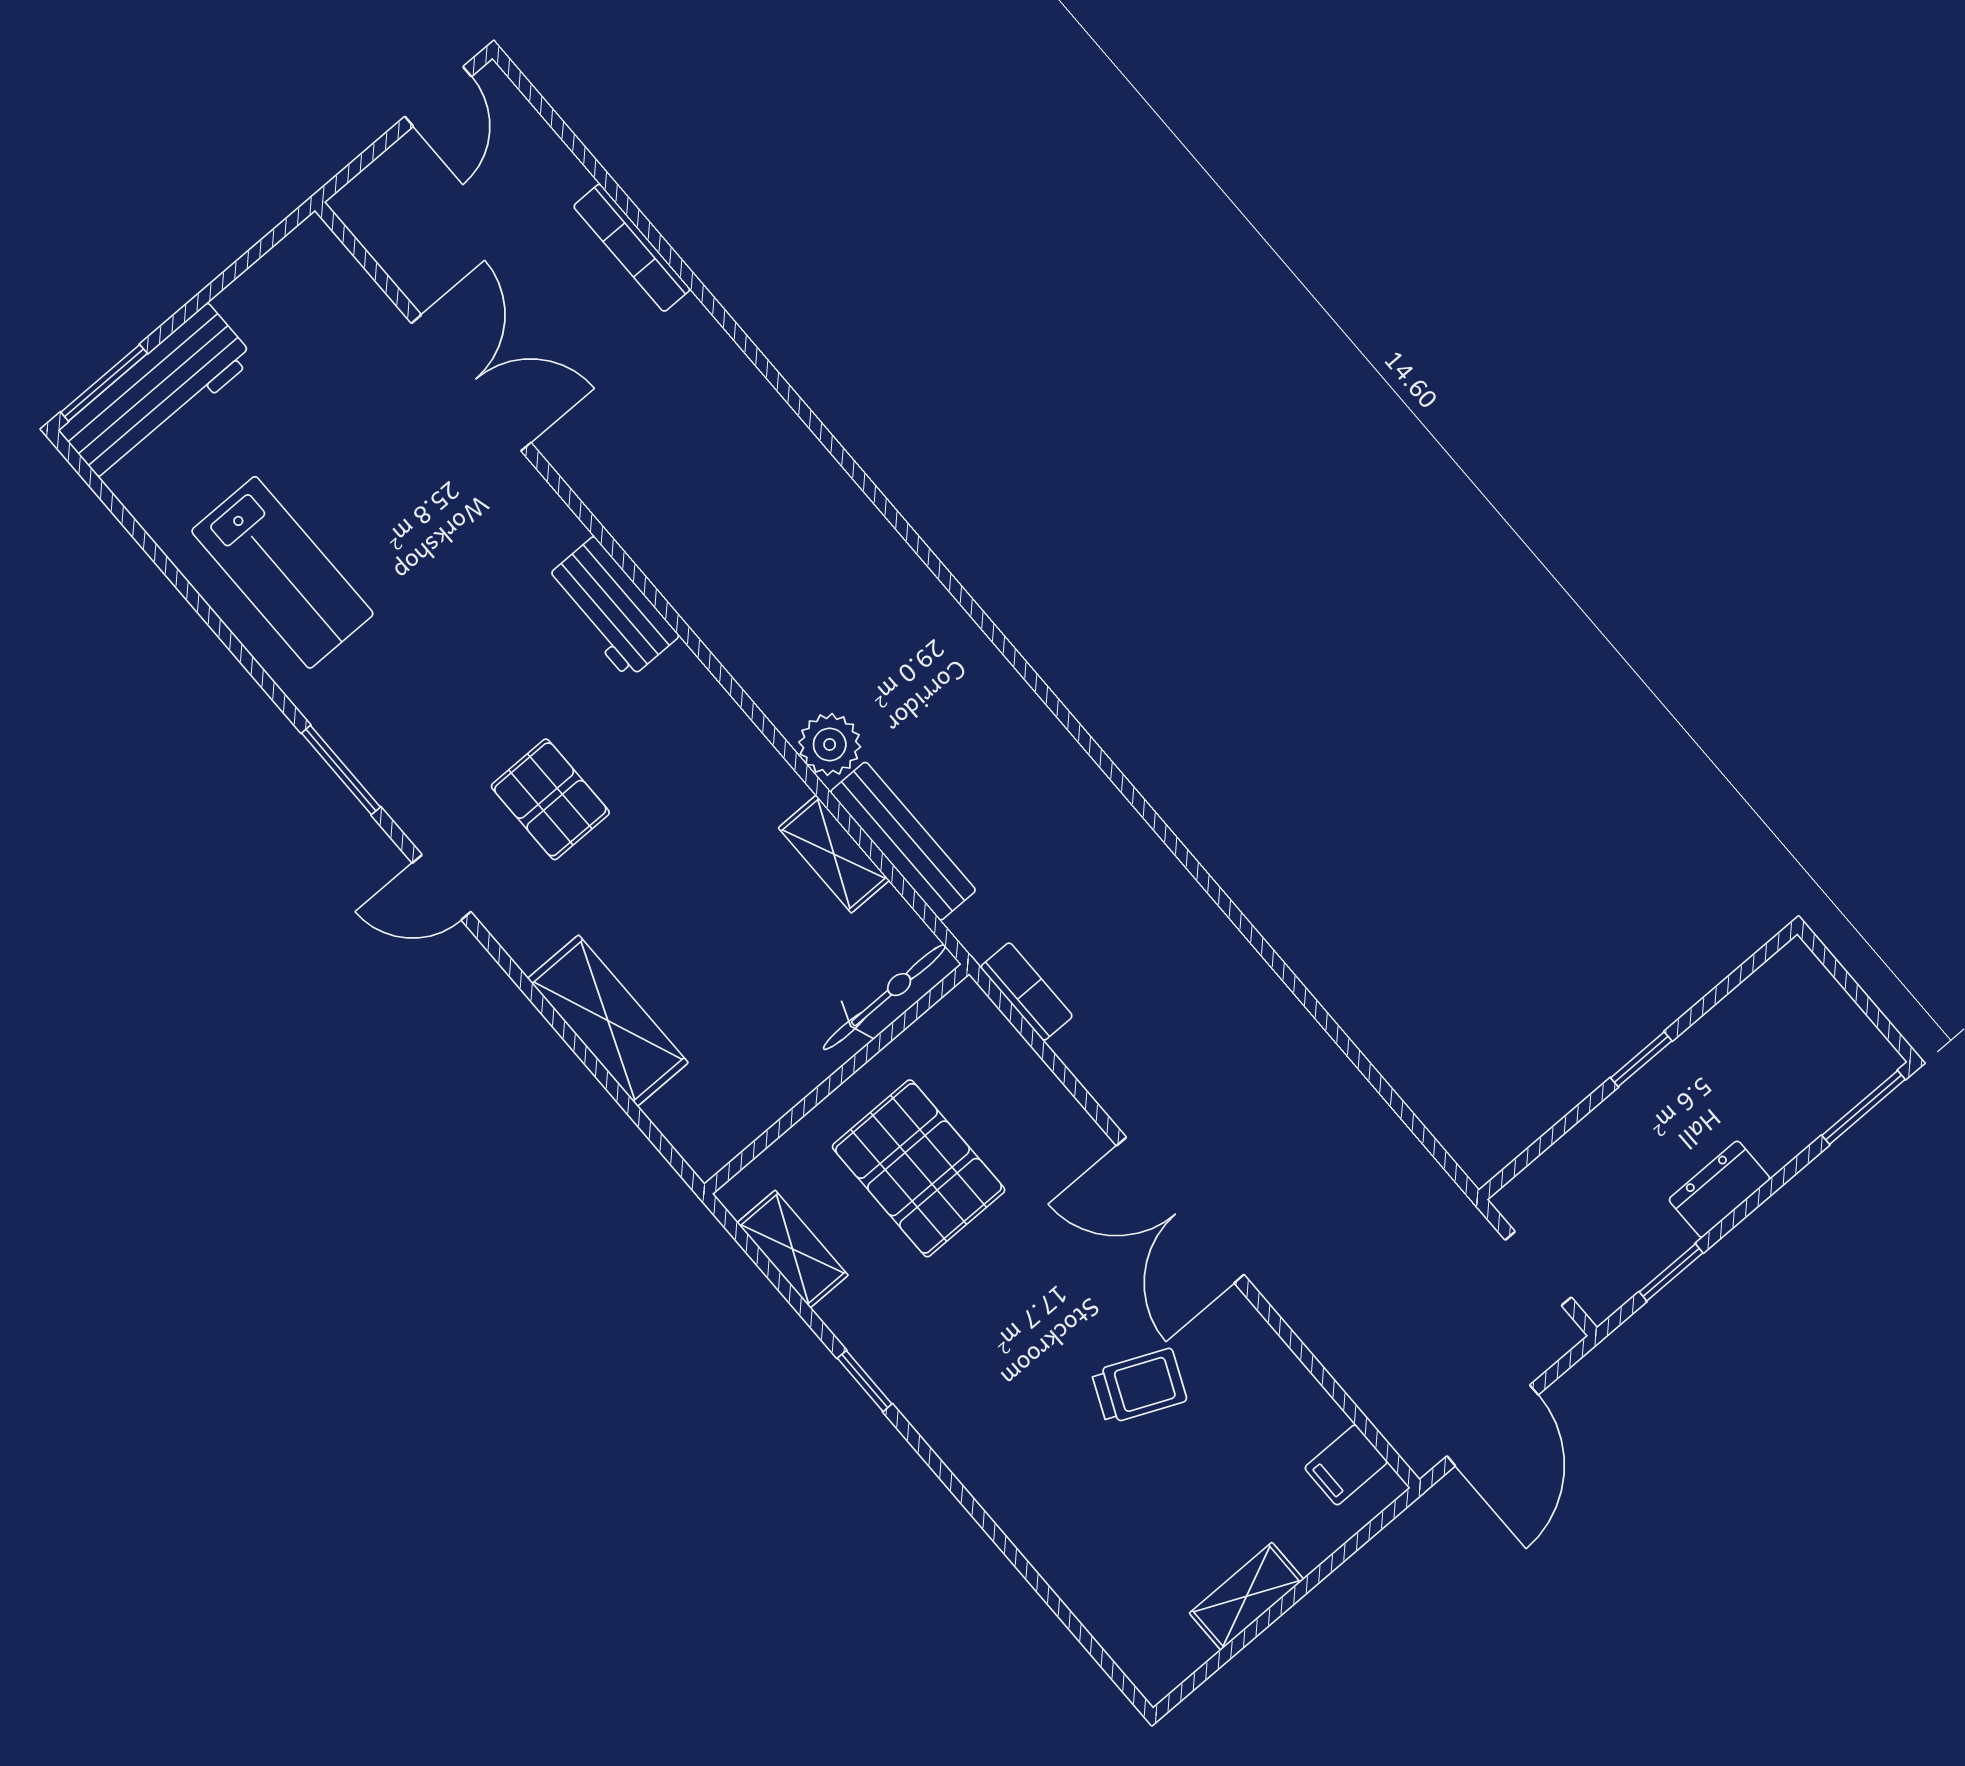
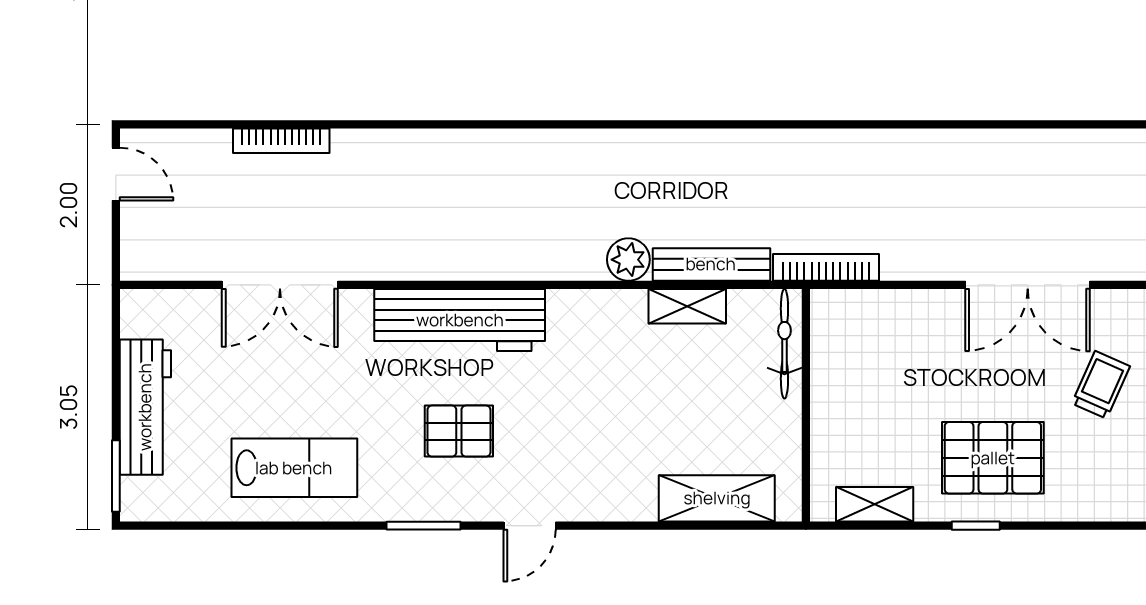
double door: (471, 383) -> (280, 285), swing flipped
workbench: (157, 394) -> (145, 407), moved
workbench: (611, 608) -> (460, 320), width x1.88, depth x1.32
pallet: (550, 799) -> (459, 431), moved
bookcase: (1026, 992) -> (826, 267), width x1.56
shelving: (608, 1021) -> (717, 498), moved
pallet: (919, 1168) -> (993, 458), moved

